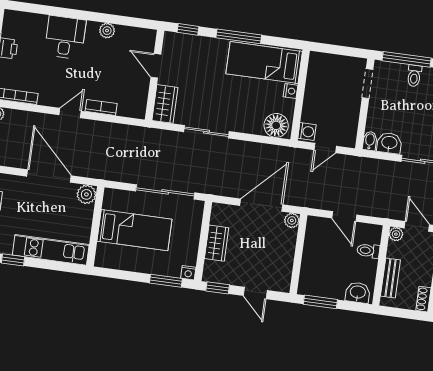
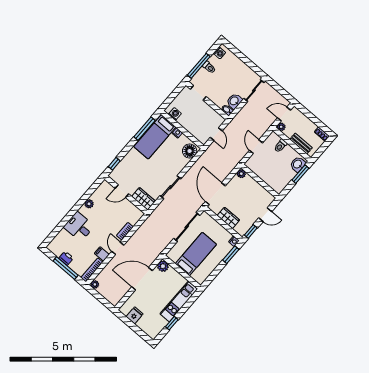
window: (239, 36) -> (144, 129), moved
filing cabinet: (47, 96) -> (102, 254), added
washing machine: (307, 132) -> (175, 114), moved
door: (261, 205) -> (215, 194), moved
door: (344, 216) -> (256, 147), swing flipped
window: (320, 302) -> (300, 174), moved

